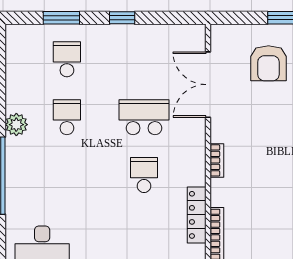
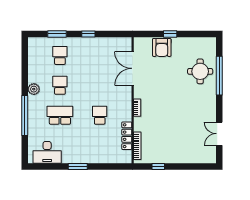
armchair: (268, 63) -> (162, 47), moved
school desk: (144, 117) -> (60, 115), moved

